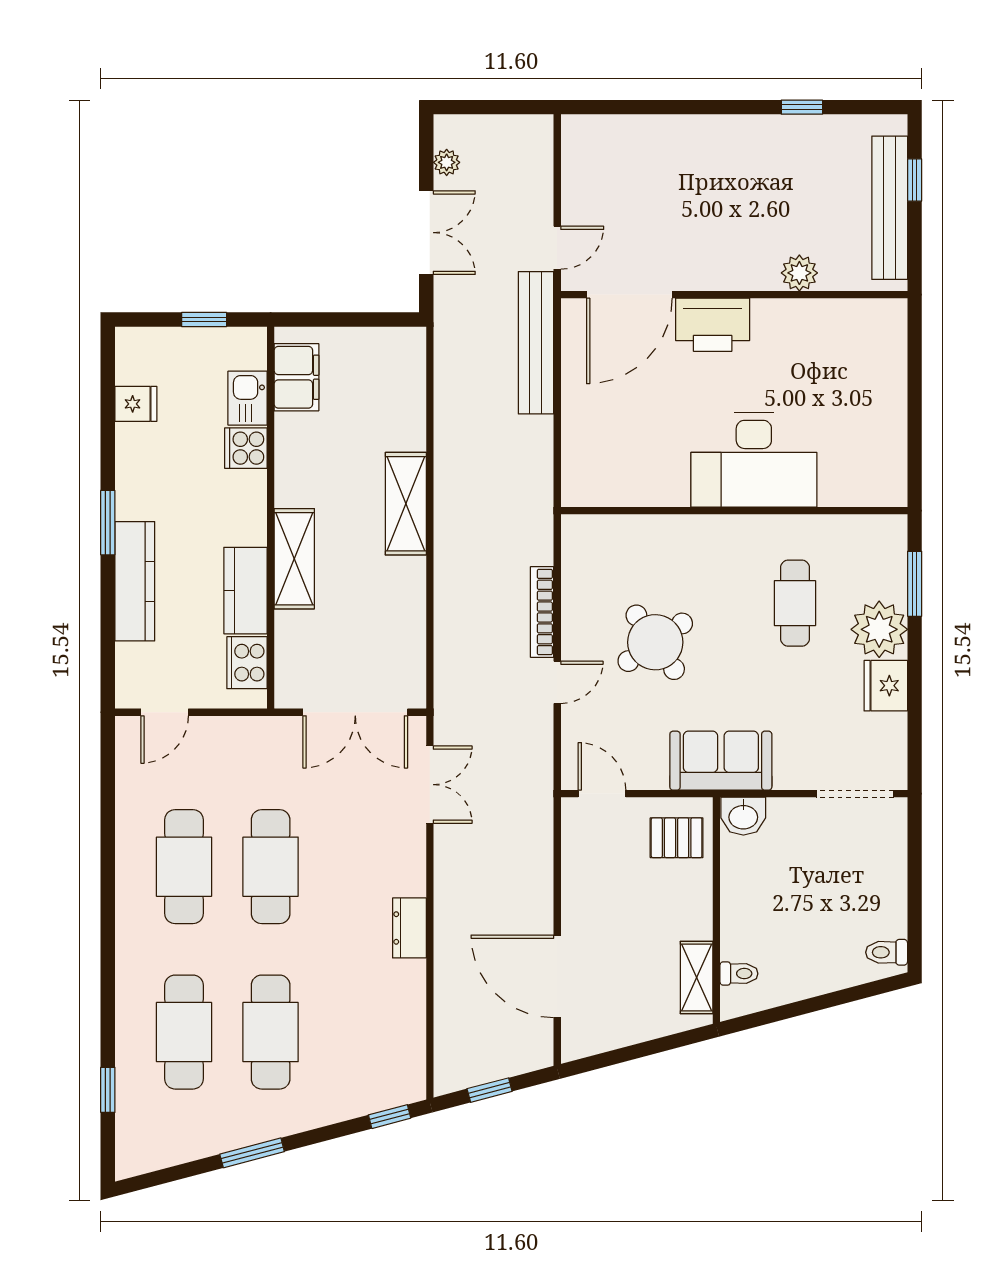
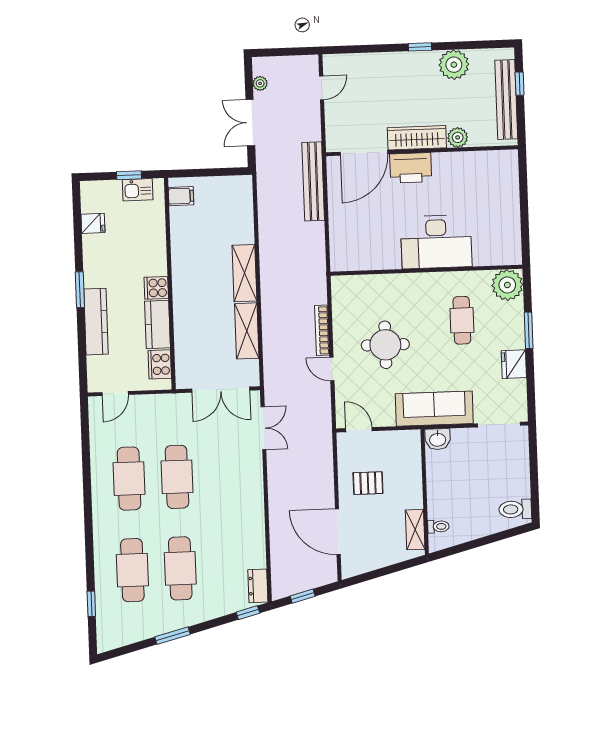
window: (802, 107) -> (420, 47), moved
plant: (797, 141) -> (454, 65), added
double door: (426, 233) -> (250, 123), swing flipped
door: (557, 248) -> (322, 88), moved
wardrobe: (726, 271) -> (417, 138), added
filing cabinet: (296, 377) -> (181, 196), width x0.50
kitchen sink: (248, 398) -> (138, 190), moved, turned -90
cooker: (246, 448) -> (156, 288), moved
shelving: (294, 559) -> (247, 331), moved
window: (915, 584) -> (529, 330), moved
plant: (879, 629) -> (507, 285), moved
round table: (655, 642) -> (385, 345), turned 35
door: (557, 682) -> (332, 369), swing flipped
sofa: (721, 761) -> (434, 409), width x1.36
pallet: (677, 838) -> (368, 483), moved
dresser: (409, 928) -> (258, 586), moved
toilet: (887, 952) -> (515, 509), width x1.37, depth x1.39

